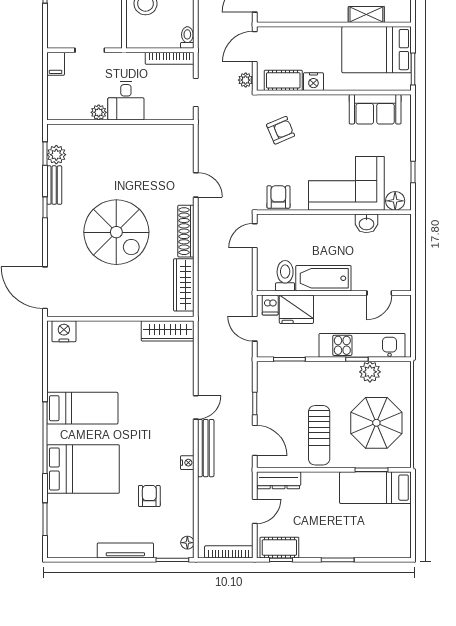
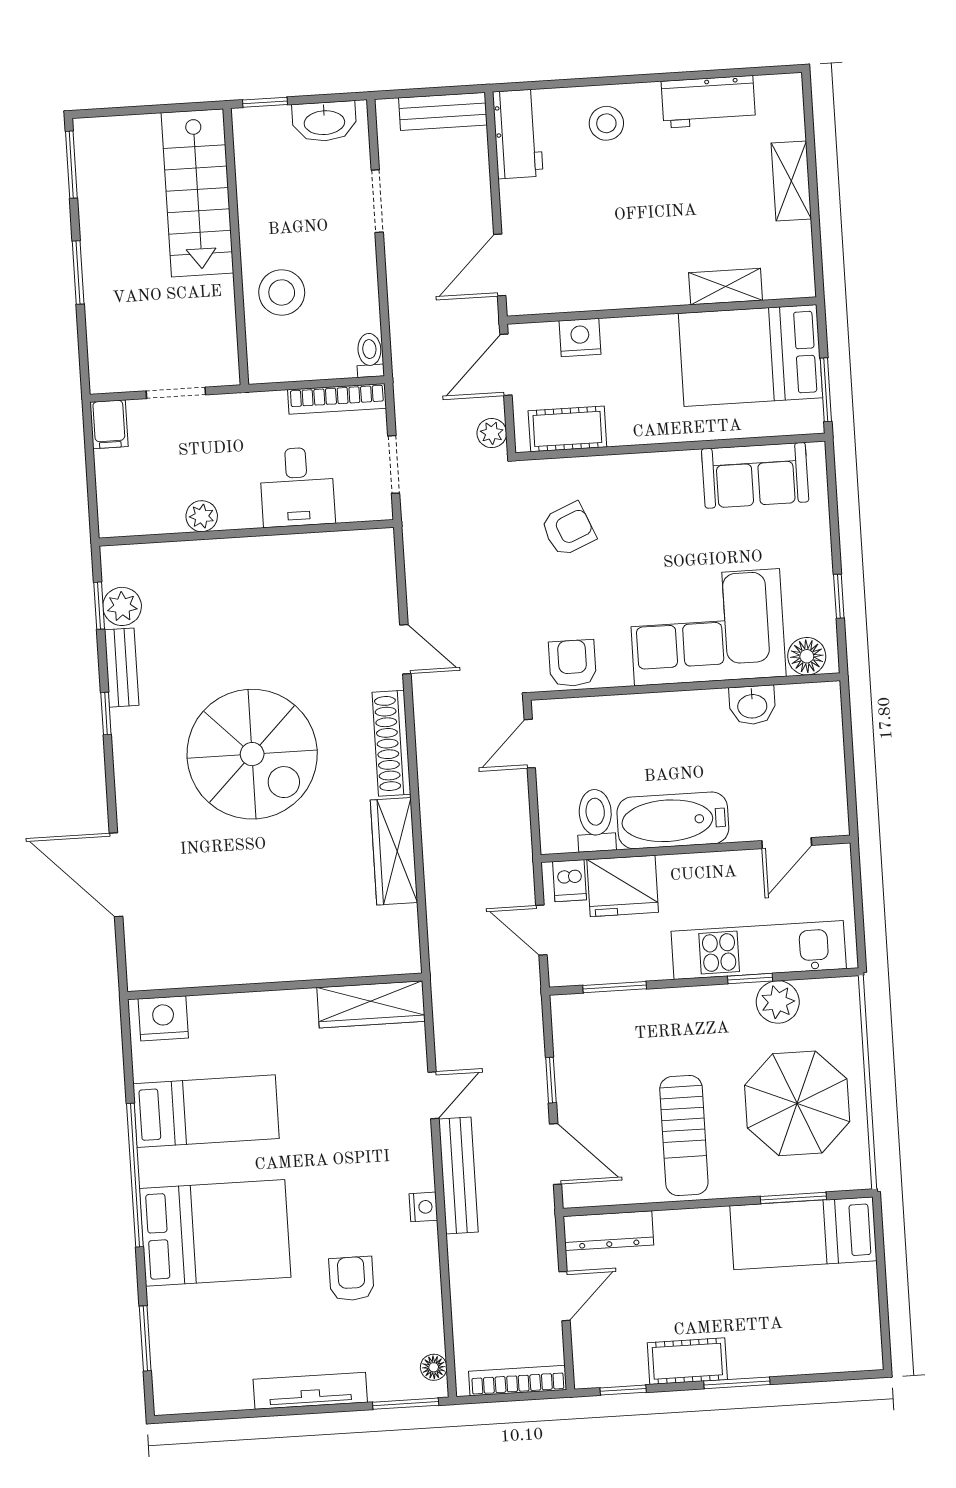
nightstand: (313, 82) -> (580, 337), moved, turned 180
desk: (126, 101) -> (297, 487), moved
wall: (120, 319) -> (275, 986), moved
nightstand: (64, 331) -> (163, 1018), moved
wardrobe: (168, 331) -> (371, 1004), moved
cot: (279, 548) -> (687, 1361), moved

